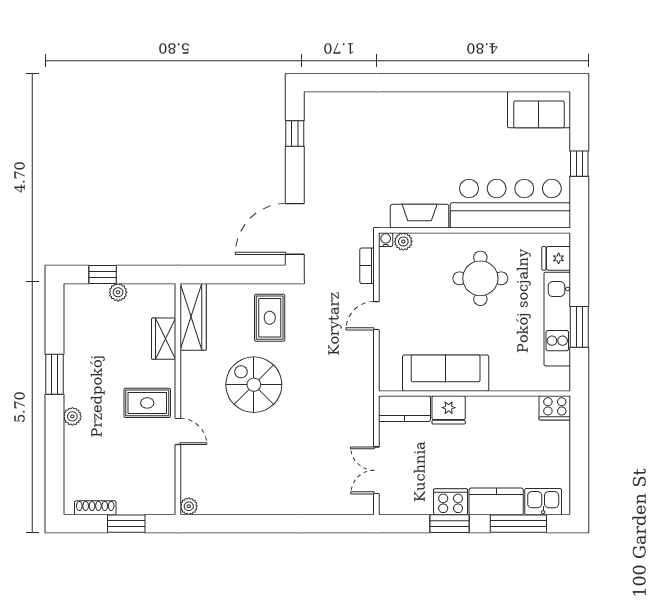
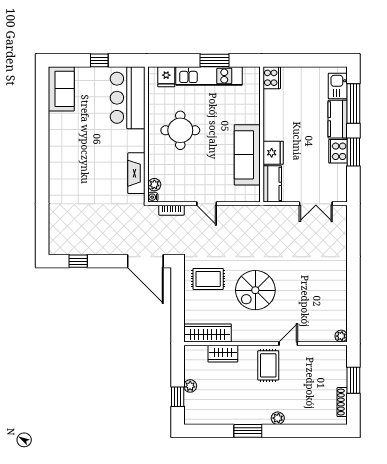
bar counter: (510, 204) -> (128, 98), width x0.73

